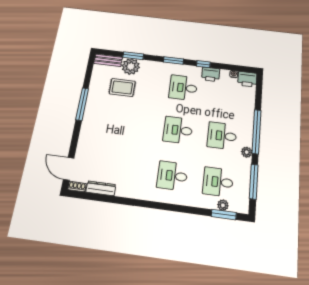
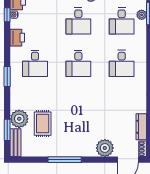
window: (133, 56) -> (7, 130), moved
window: (203, 64) -> (7, 15), moved
plant: (86, 146) -> (105, 148), added

